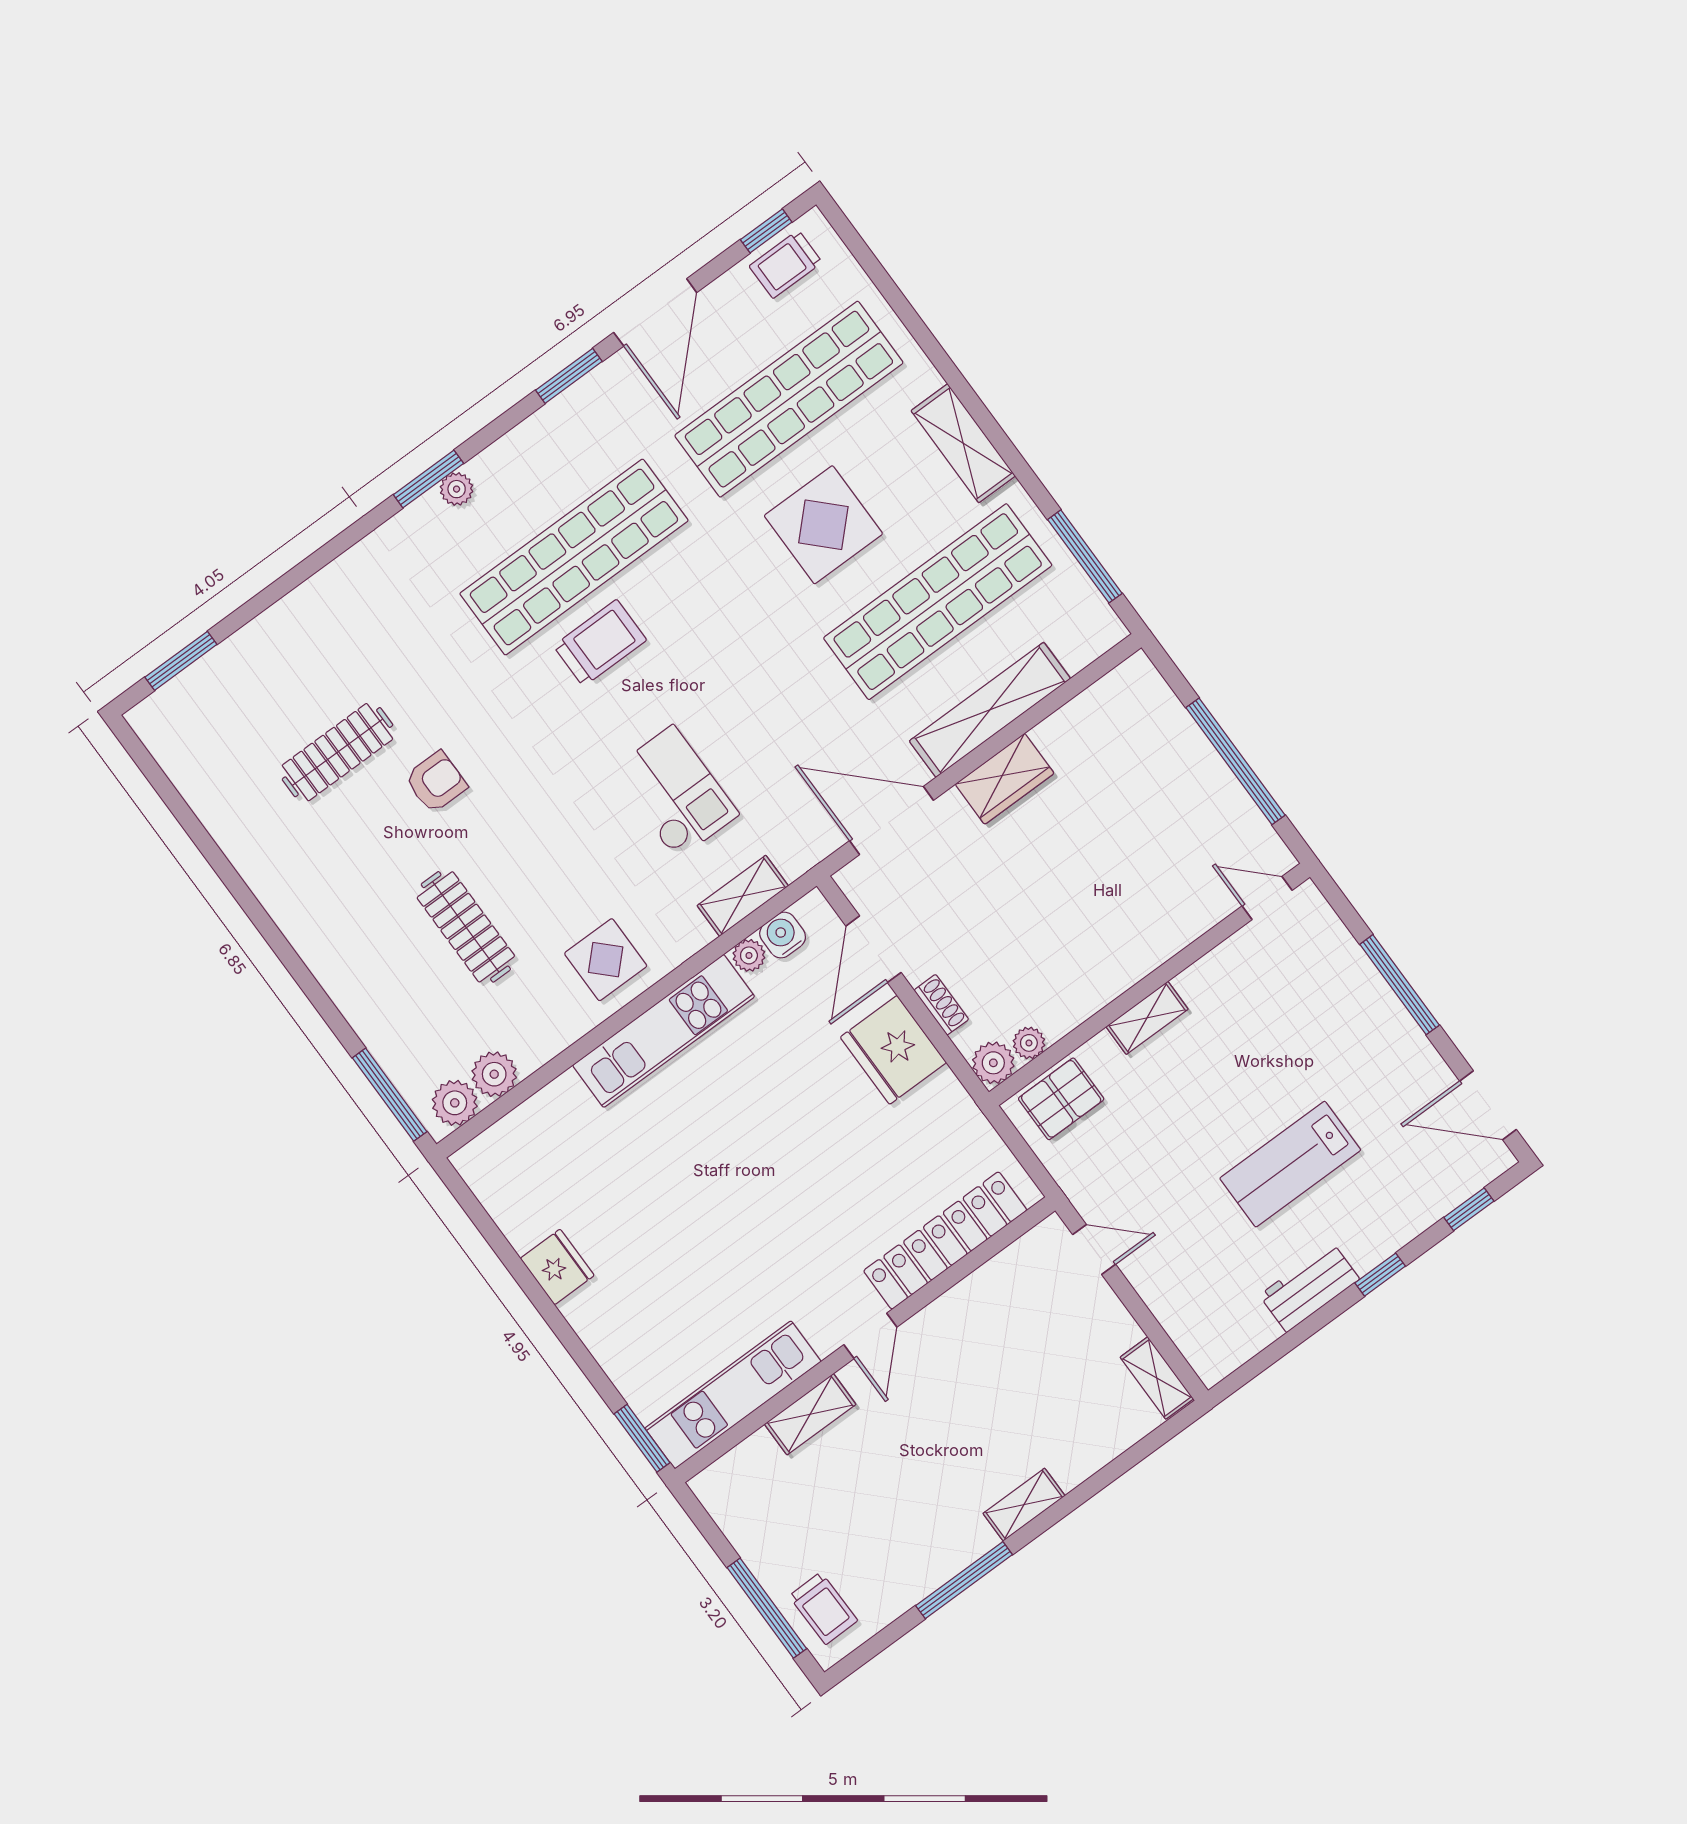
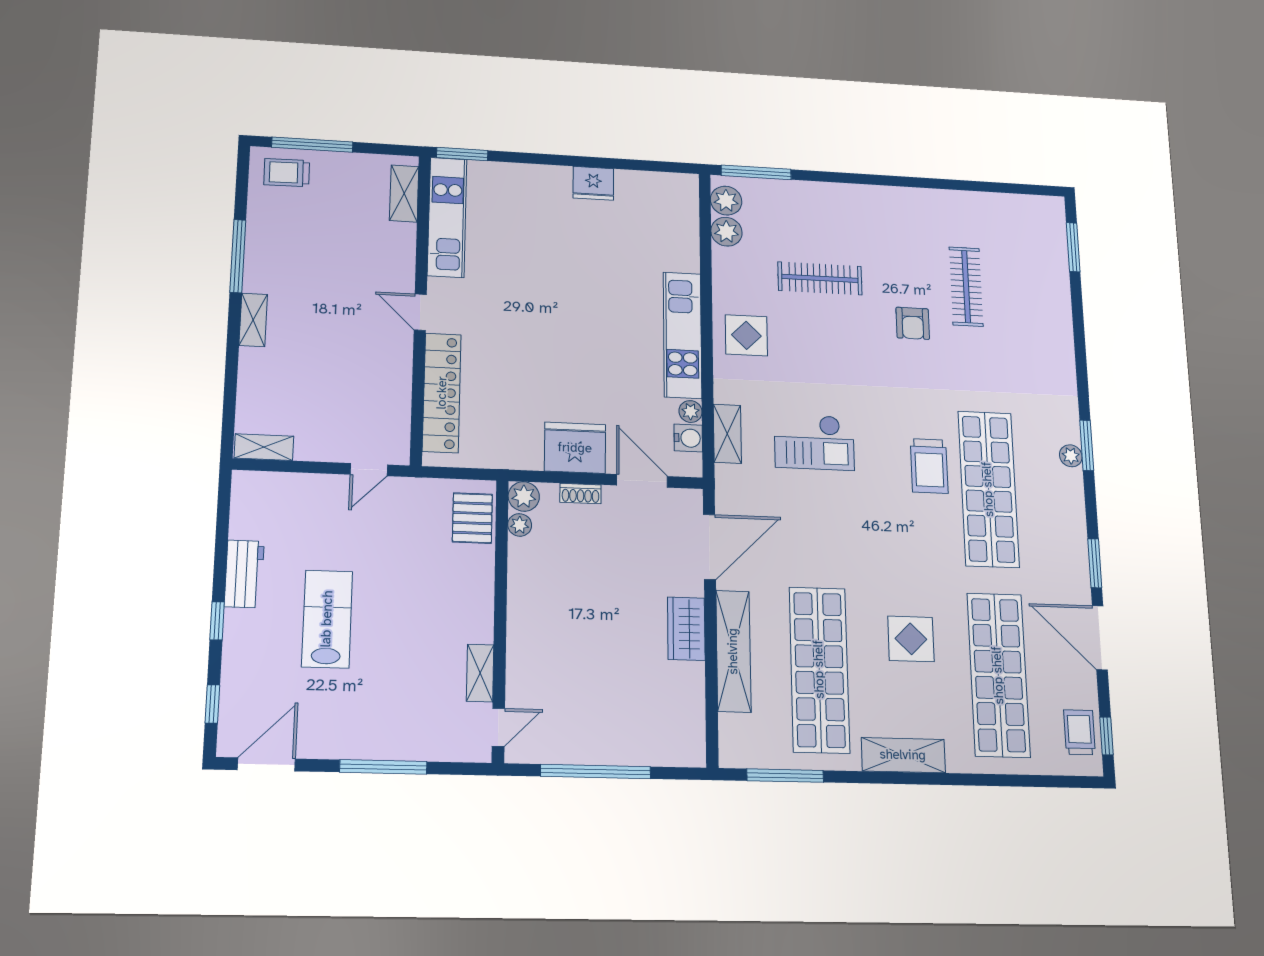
display table: (823, 525) -> (911, 639), width x0.73, depth x0.73
shelving: (1147, 1018) -> (480, 673), moved
shelving: (810, 1414) -> (404, 194), moved

